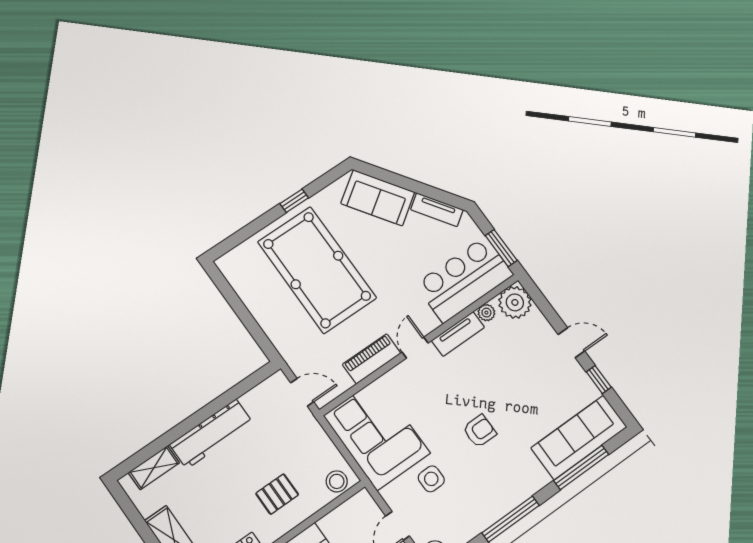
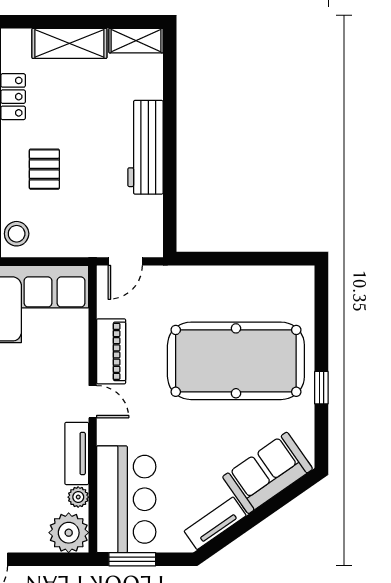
shelving: (154, 468) -> (136, 41), moved, turned 90

